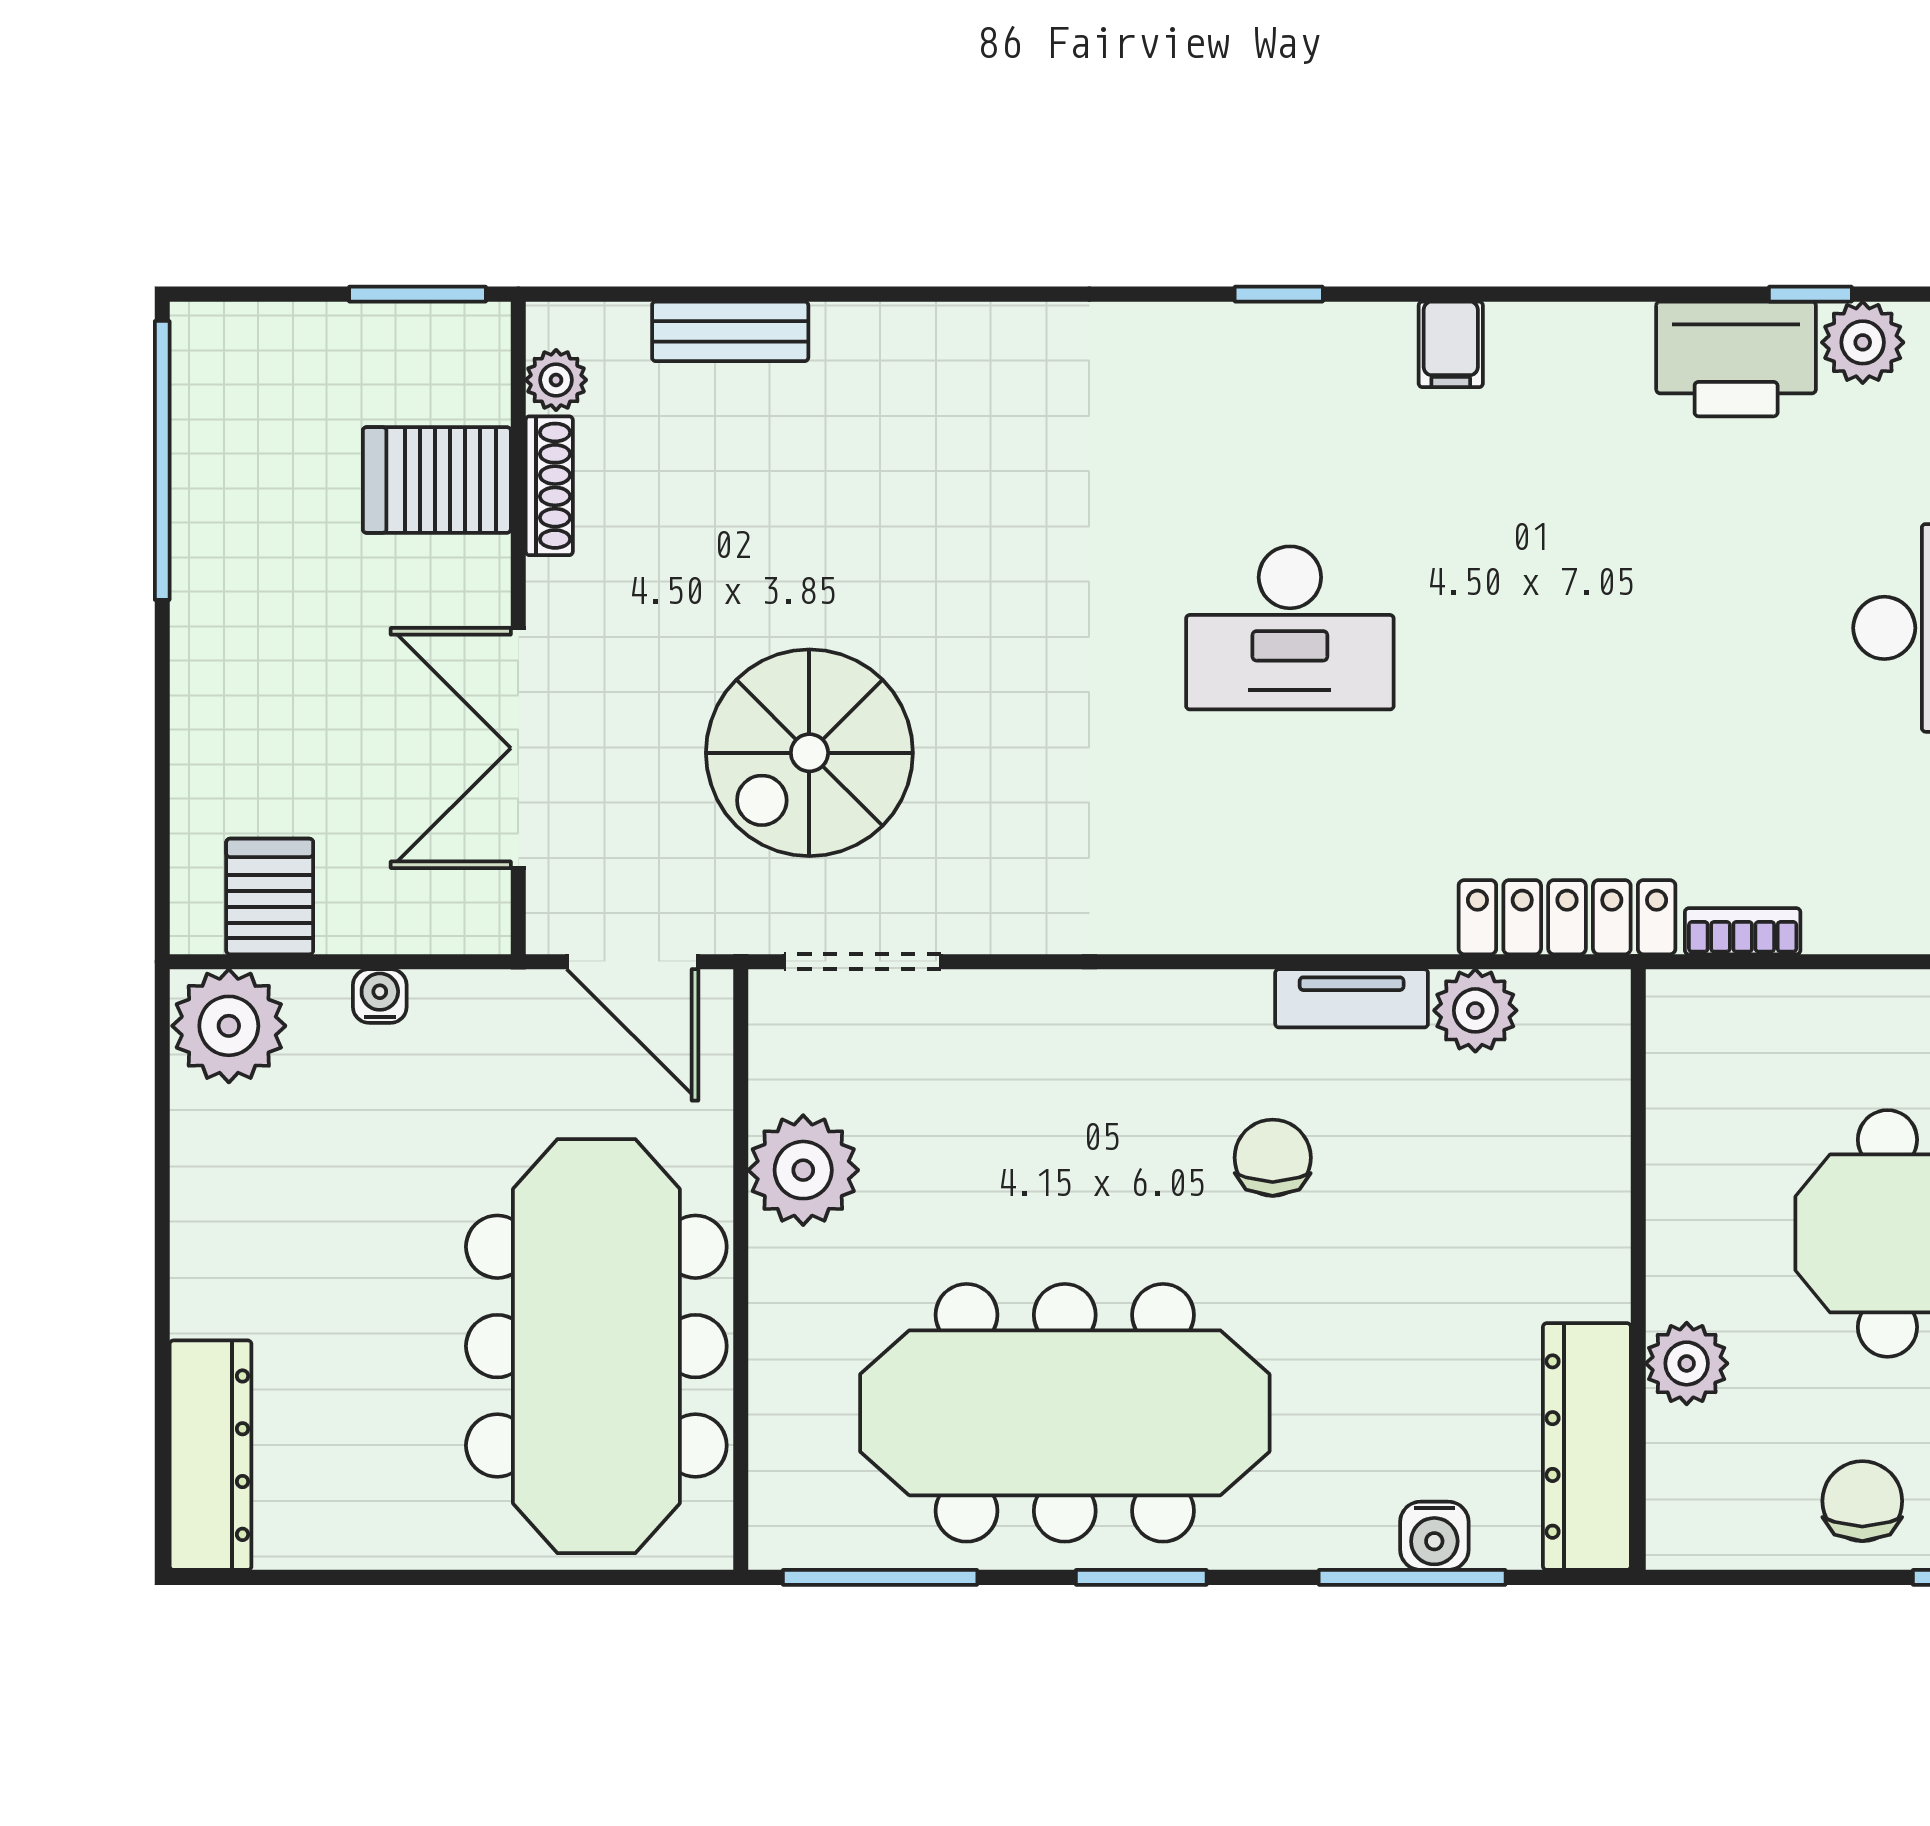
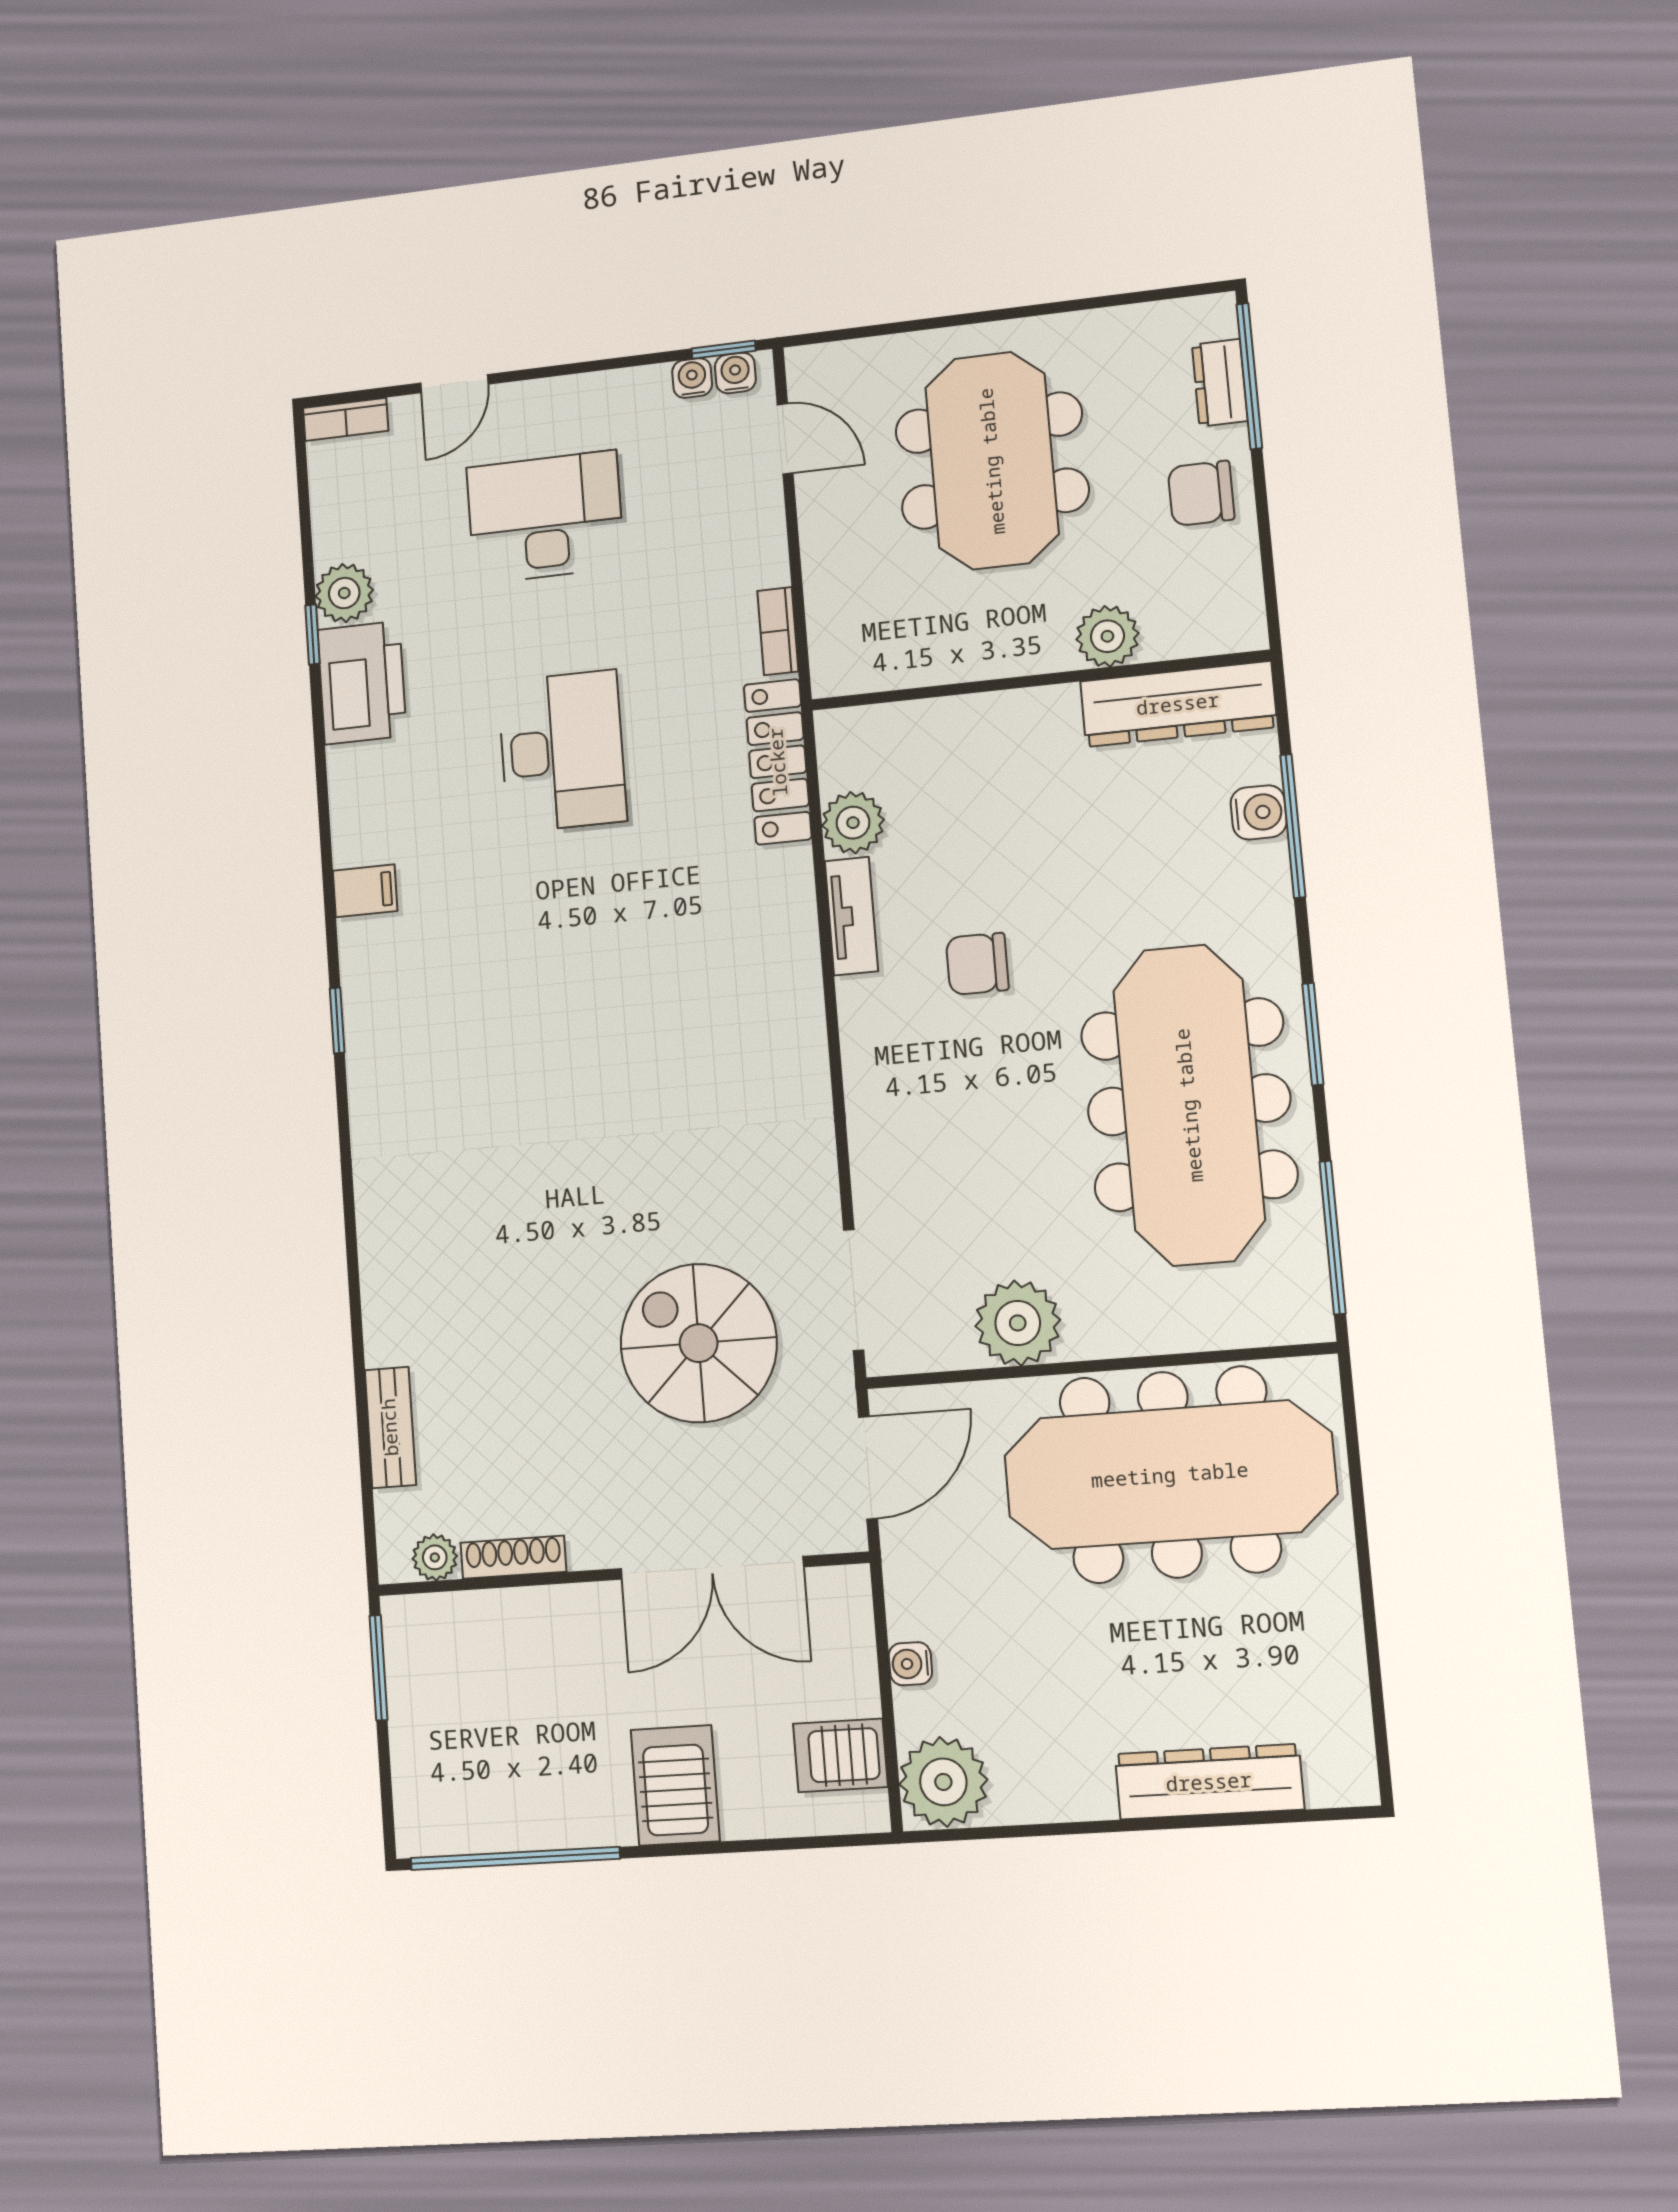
server rack: (437, 480) -> (675, 1785), moved, turned 180
desk: (1290, 628) -> (562, 751), moved
spiral stairs: (809, 753) -> (699, 1343), turned 180
dresser: (211, 1455) -> (1209, 1782), moved

